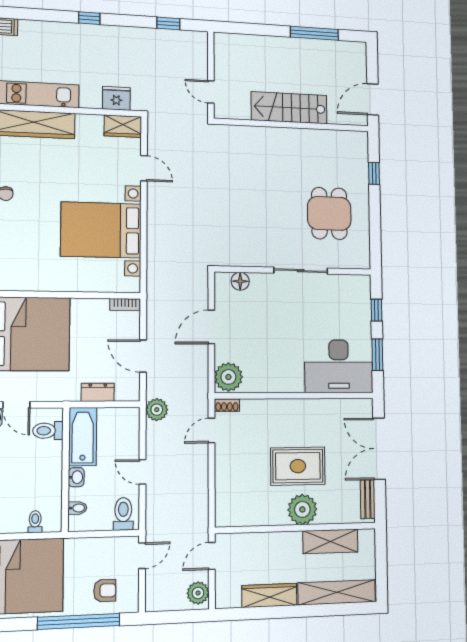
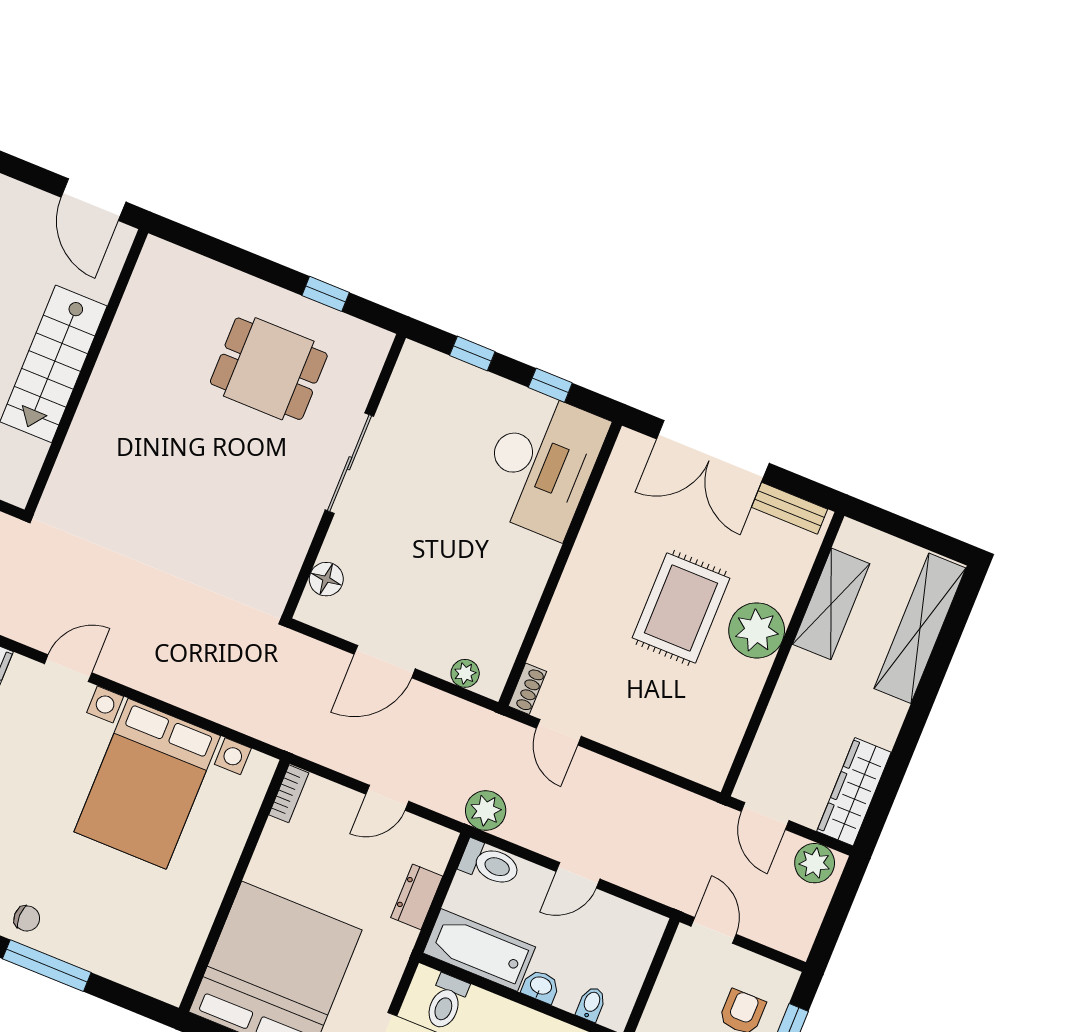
window: (374, 173) -> (326, 294), moved
door: (211, 327) -> (385, 662), hinge flipped
window: (377, 355) -> (550, 385), width x0.67
door: (143, 356) -> (387, 798), width x0.73
plant: (228, 377) -> (465, 673), width x0.53, depth x0.53
toilet: (123, 514) -> (490, 864), moved, turned 180
wardrobe: (269, 595) -> (854, 792), moved

